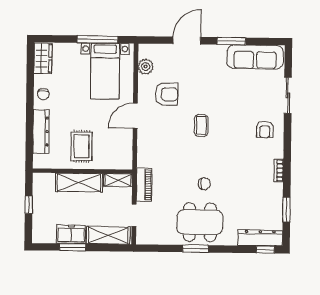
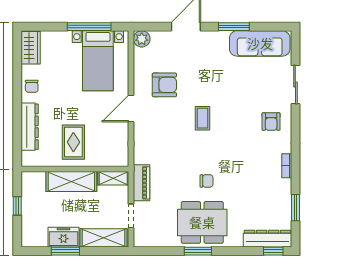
plant: (146, 67) -> (142, 39), moved

